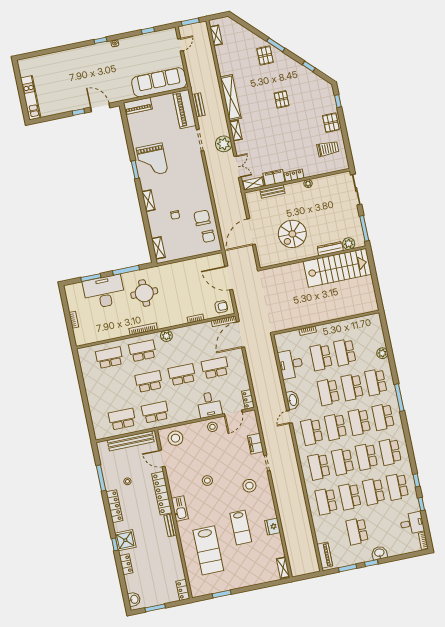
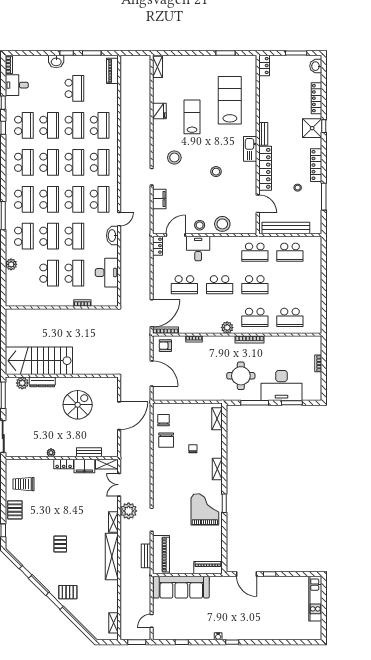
pallet: (265, 55) -> (68, 592), turned 90
stool: (175, 438) -> (222, 224), moved
locker: (126, 564) -> (316, 98), width x1.53

